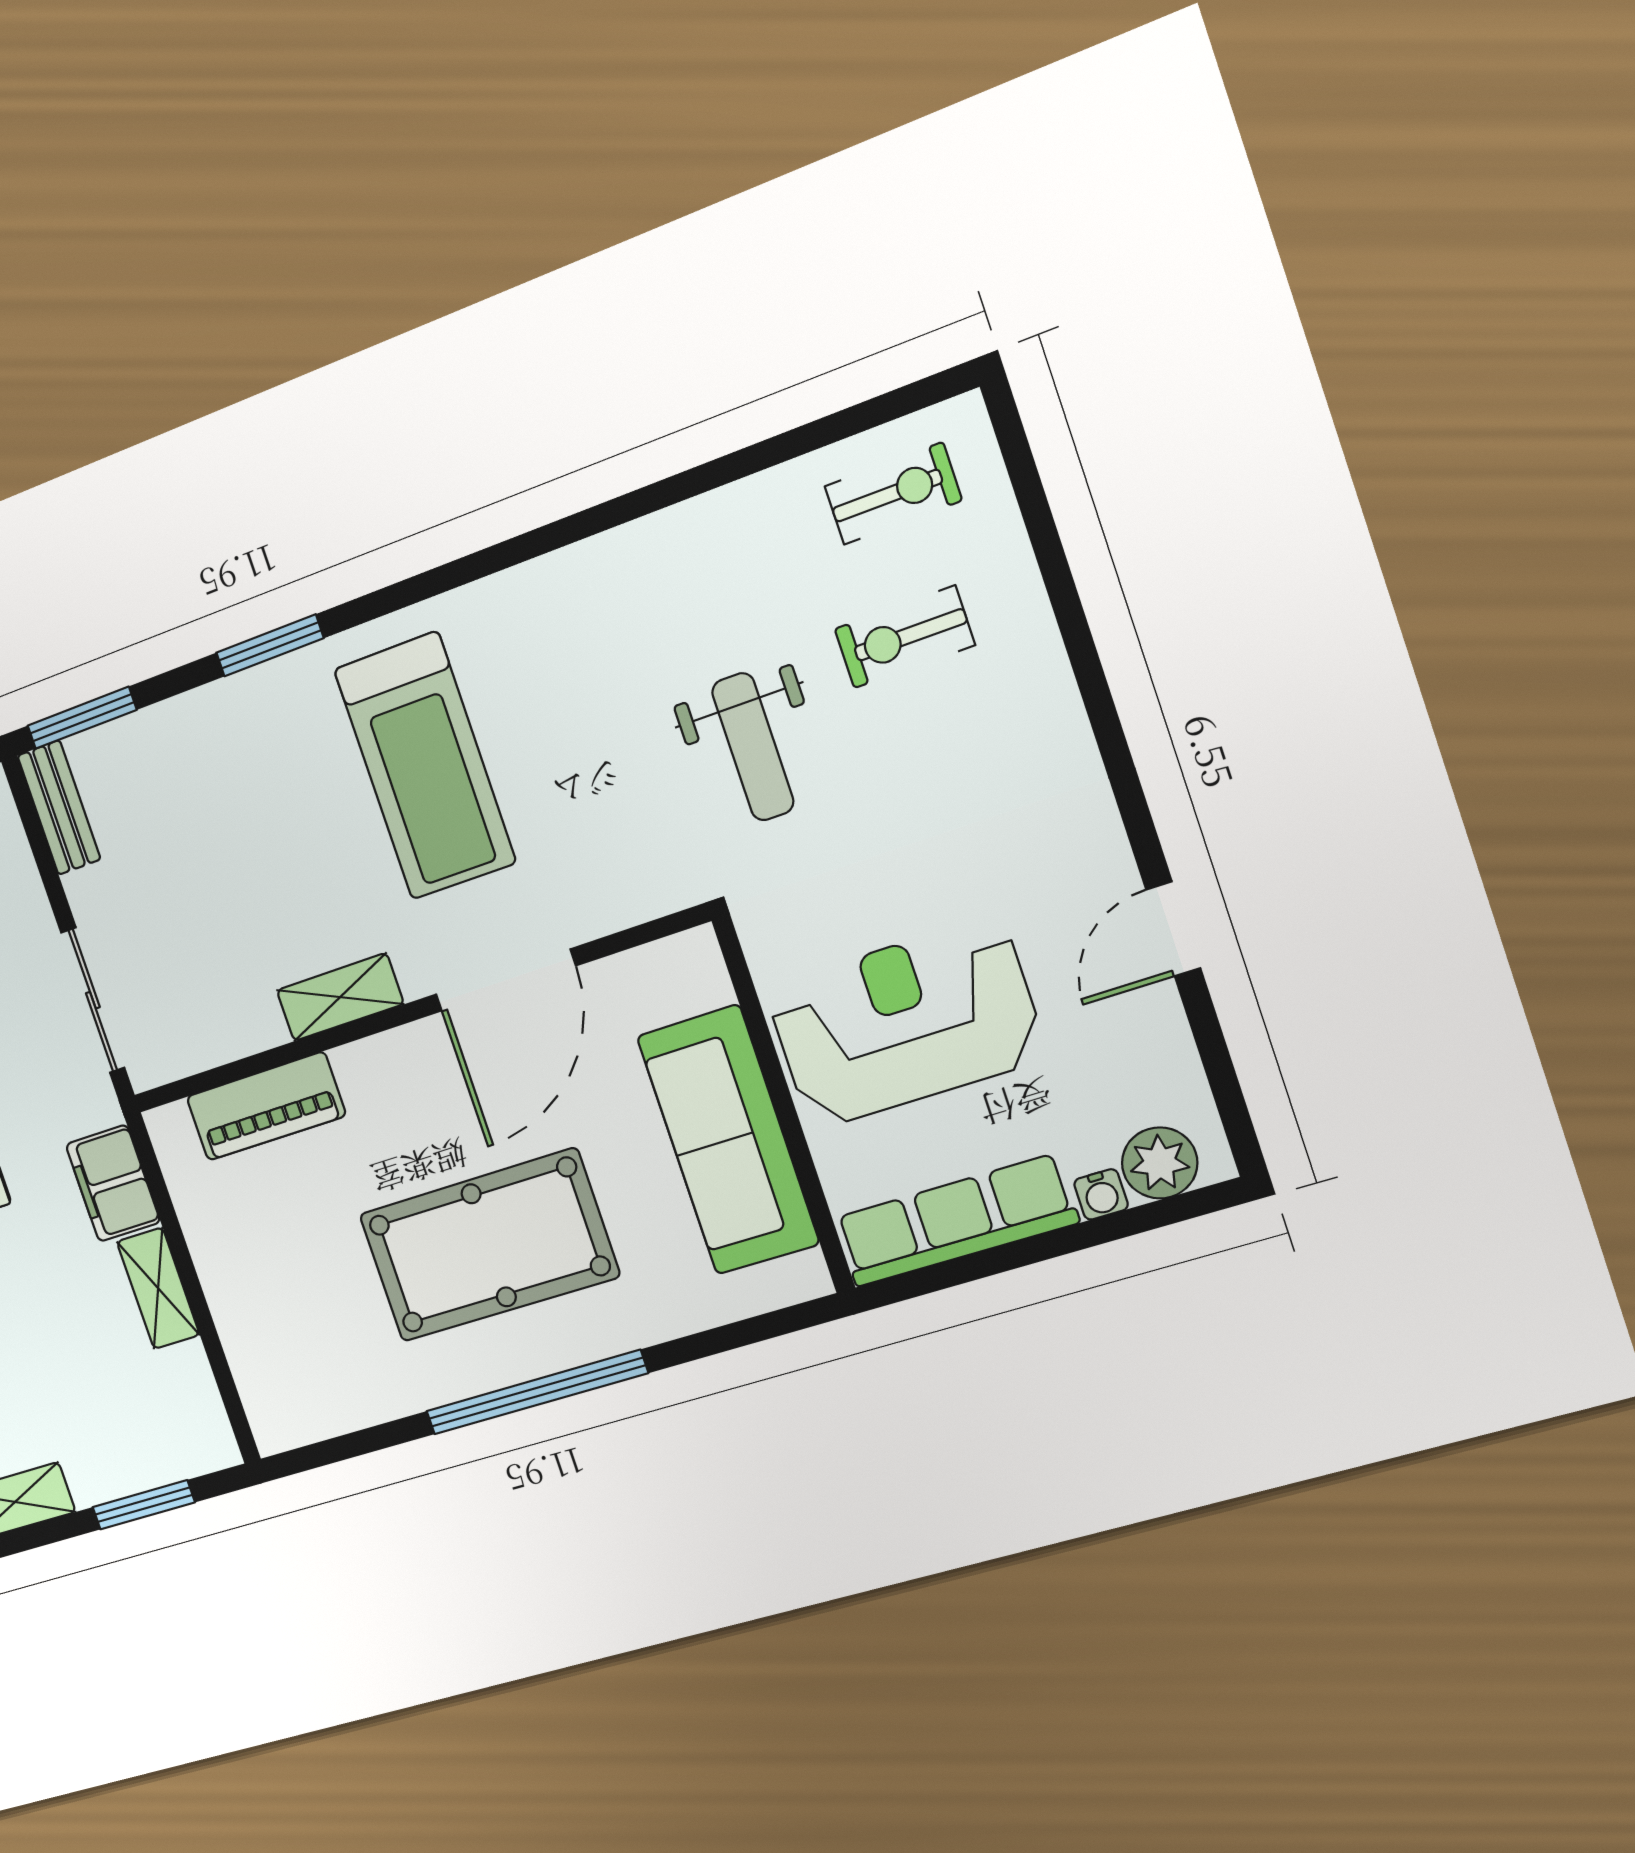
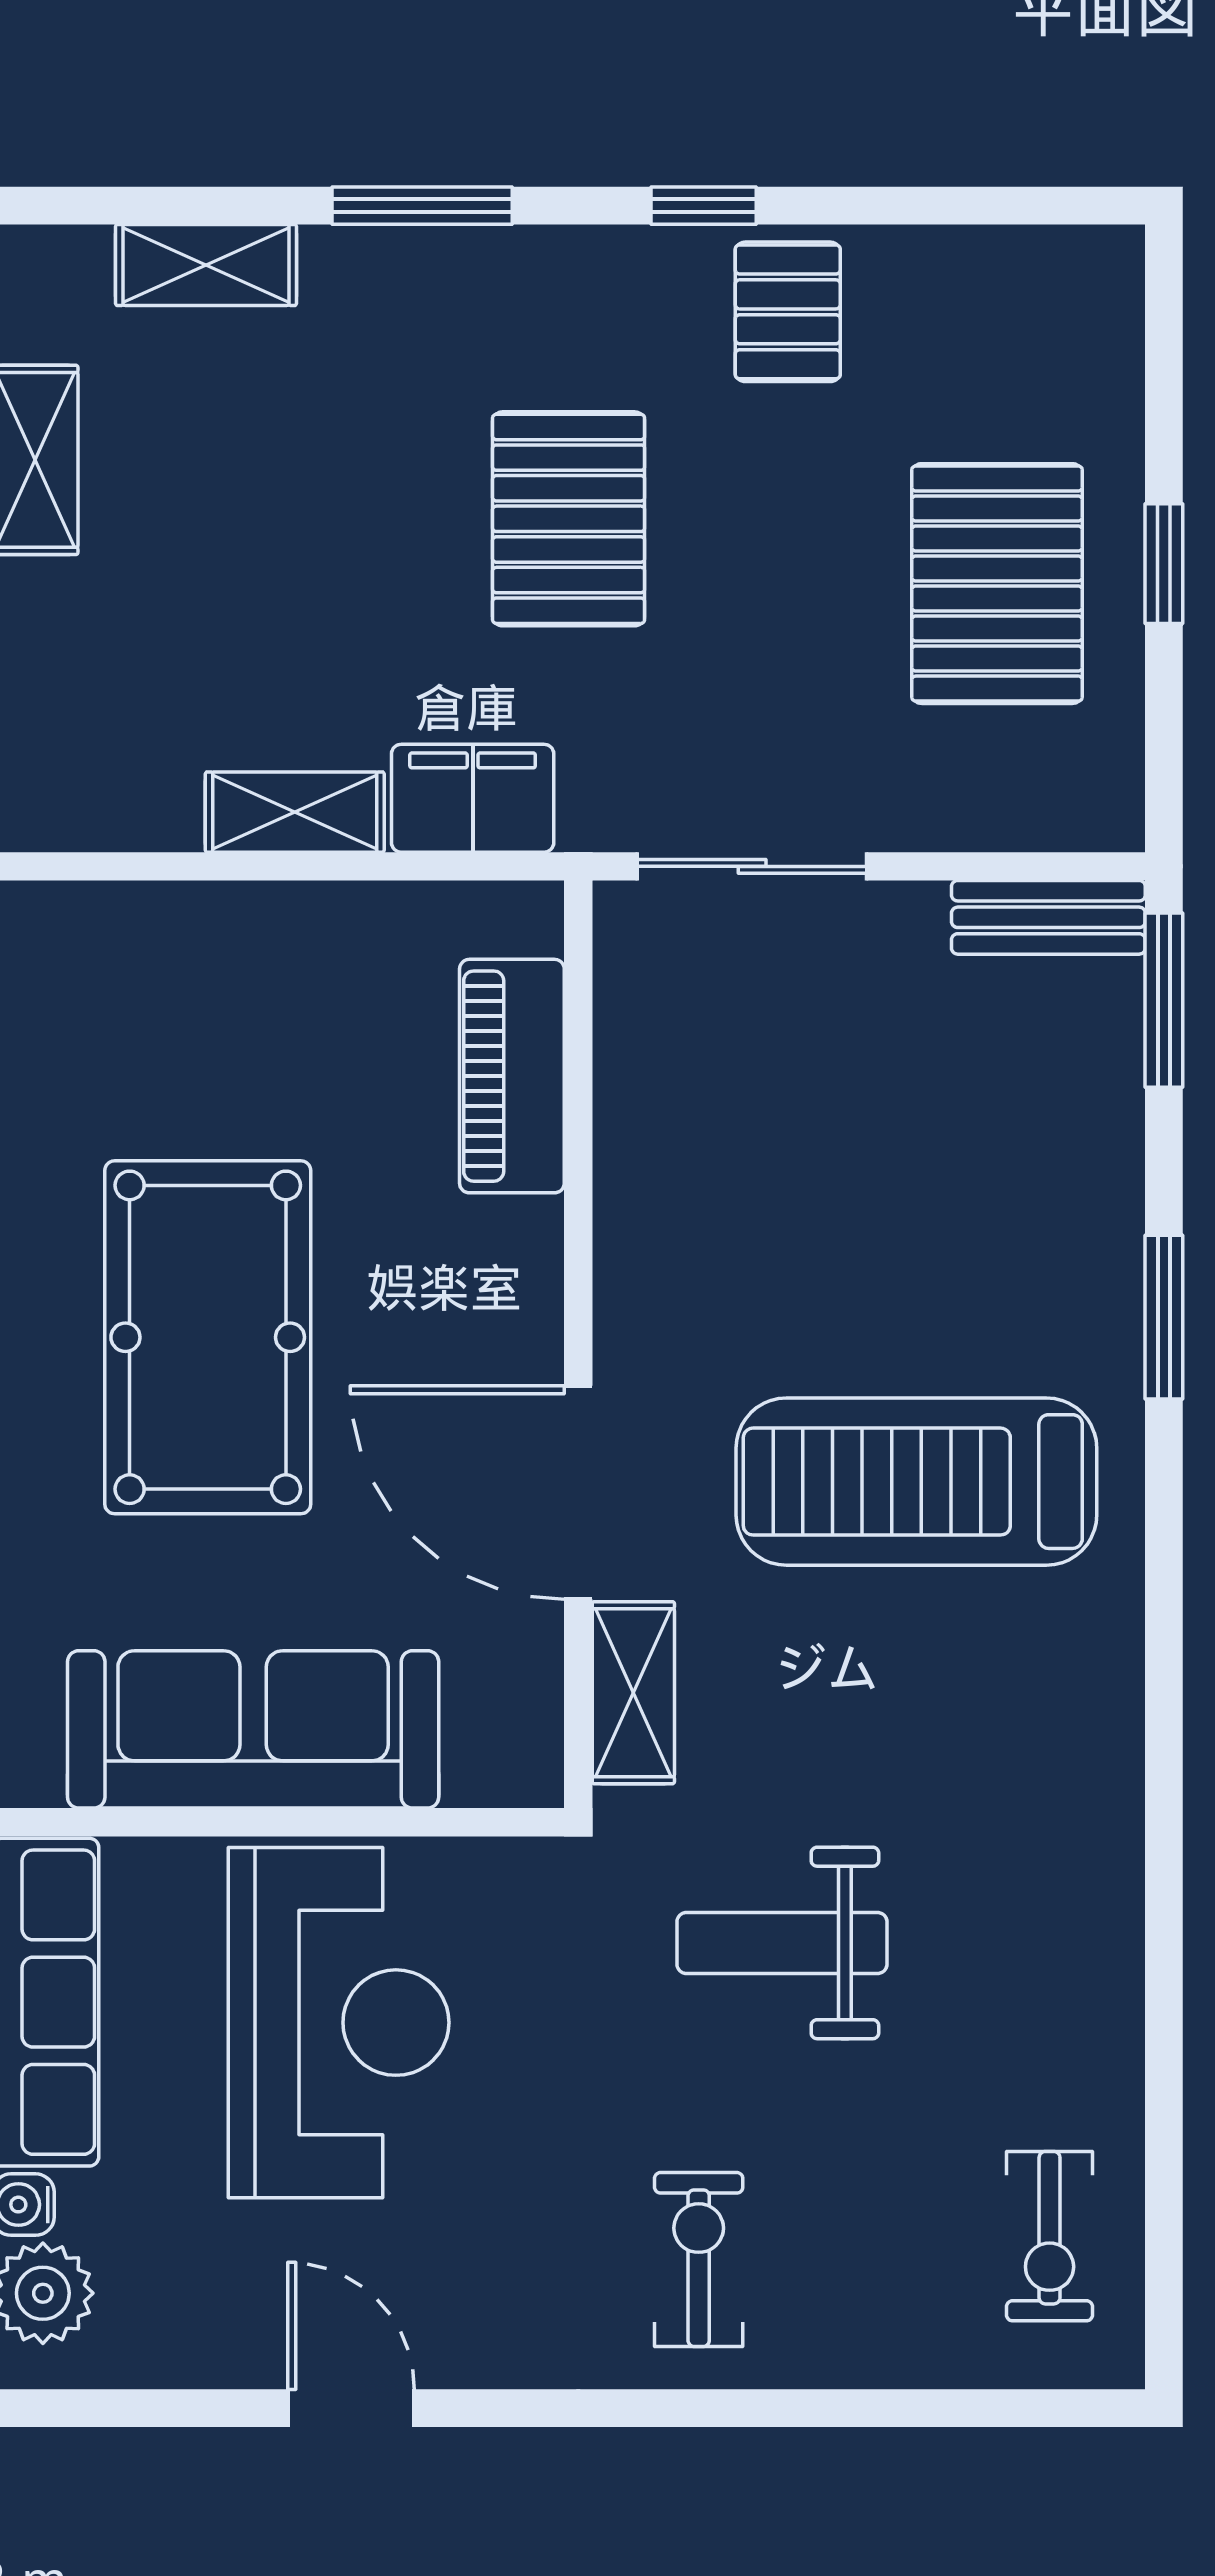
exercise bike: (904, 637) -> (699, 2259), moved
shelving: (340, 997) -> (633, 1693), moved

